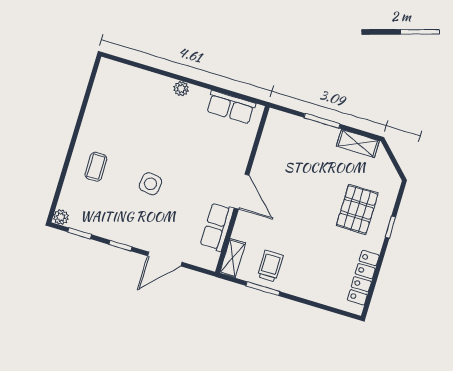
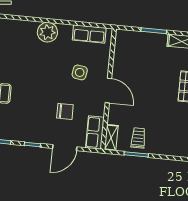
plant: (181, 89) -> (47, 32), width x1.87, depth x1.87
side table: (150, 184) -> (80, 72), moved
chair: (175, 209) -> (65, 111), added
row of seats: (217, 227) -> (95, 133), moved

